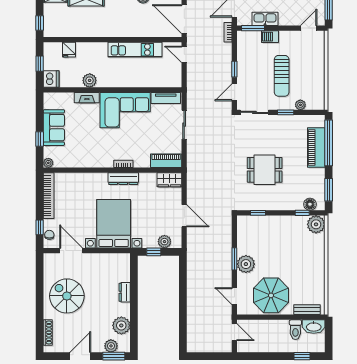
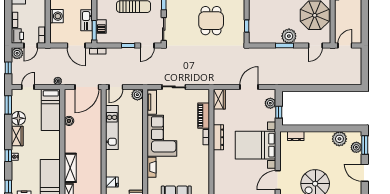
barbecue: (270, 37) -> (101, 27), moved
plant: (90, 80) -> (137, 95), moved
door: (234, 92) -> (147, 45), hinge flipped
piano: (166, 161) -> (204, 116), moved
dresser: (125, 292) -> (296, 136), moved

